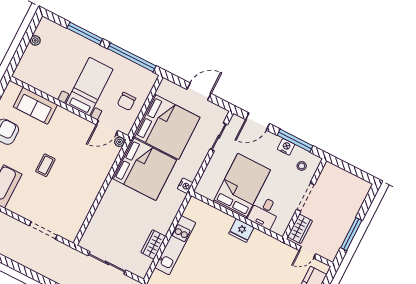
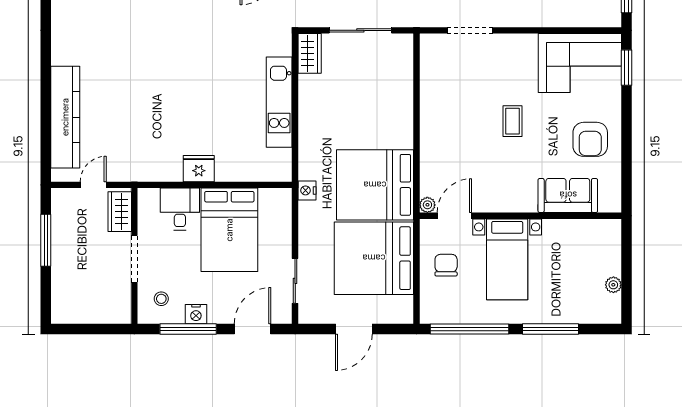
wardrobe: (153, 244) -> (310, 53), moved

